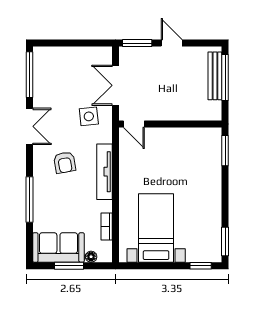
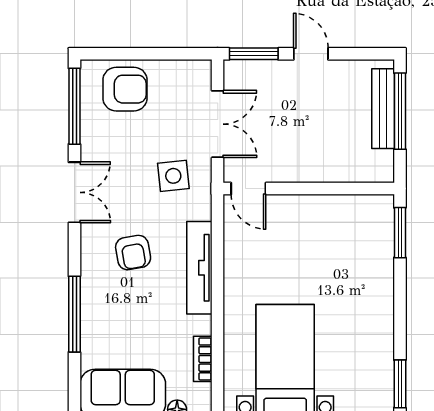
armchair: (60, 64) -> (125, 89), added
double door: (115, 85) -> (218, 124), swing flipped

